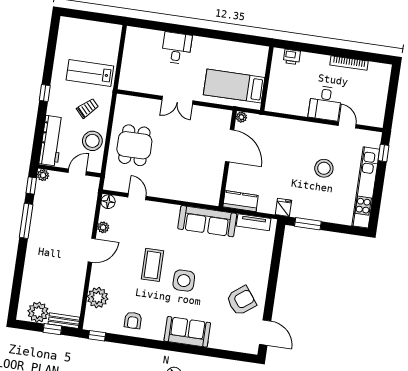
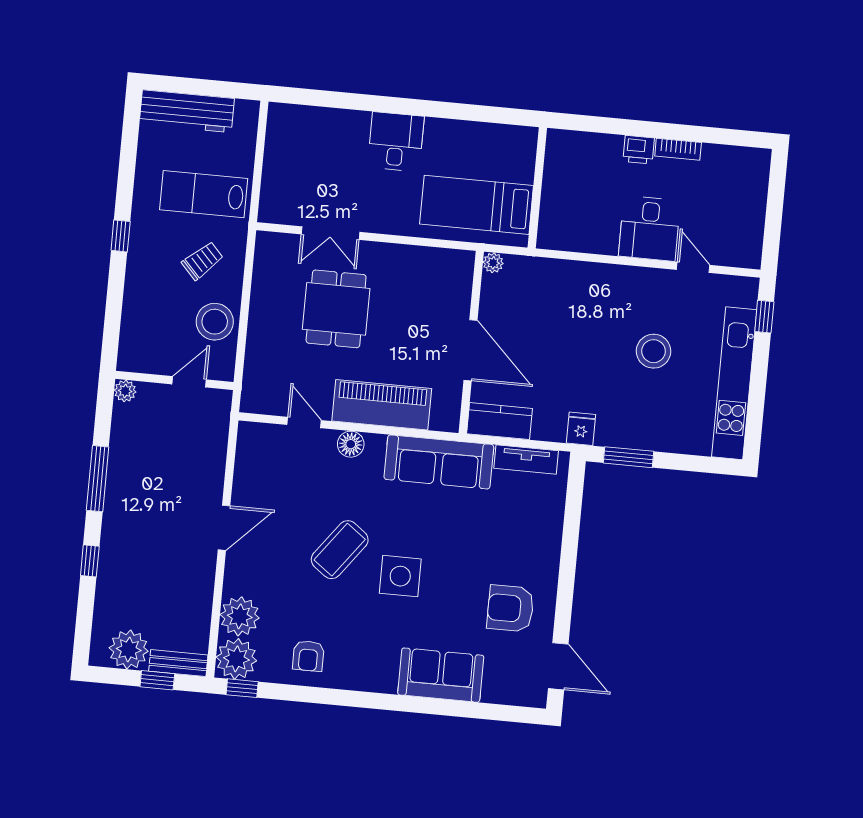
desk: (177, 48) -> (396, 142), moved
printer: (292, 57) -> (639, 150), moved
bookcase: (349, 63) -> (678, 149), width x0.64
double door: (177, 100) -> (331, 233), moved
workbench: (51, 141) -> (187, 111), moved, turned 90
dining table: (134, 145) -> (336, 309), moved
door: (230, 146) -> (471, 350), moved
window: (31, 185) -> (90, 561), moved
piano: (179, 189) -> (382, 405), added
floor lamp: (108, 202) -> (351, 444), moved
plant: (103, 227) -> (236, 659), moved, width x1.87, depth x1.87
coffee table: (152, 265) -> (340, 550), turned 37
armchair: (241, 301) -> (510, 608), turned -143
sofa: (187, 332) -> (441, 675), moved

